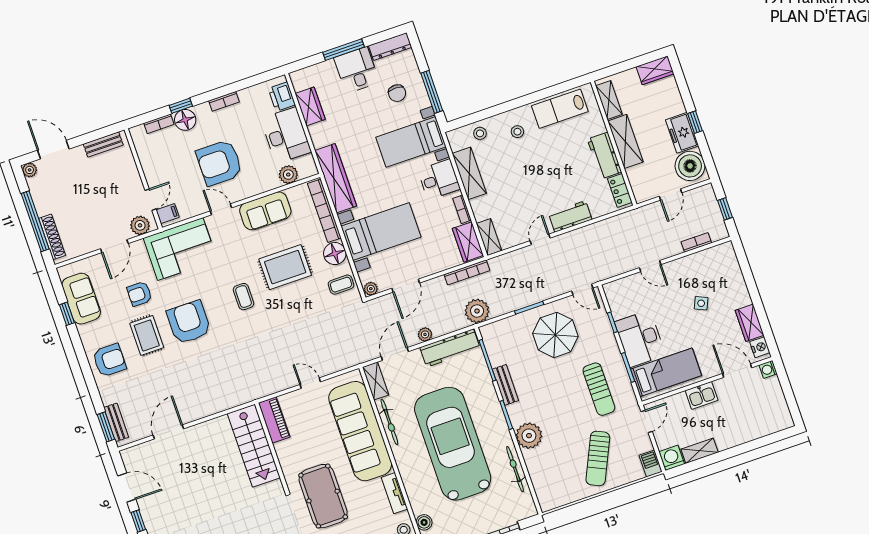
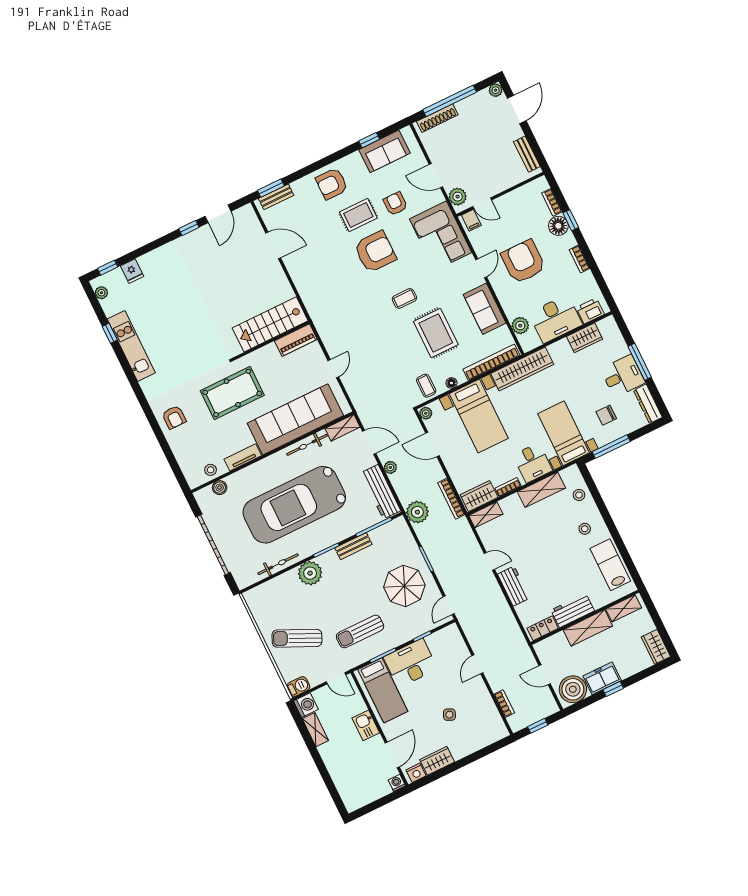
floor lamp: (335, 254) -> (451, 383), width x0.53, depth x0.53
armchair: (109, 360) -> (332, 184), turned 90
car: (453, 444) -> (294, 505), turned 180

